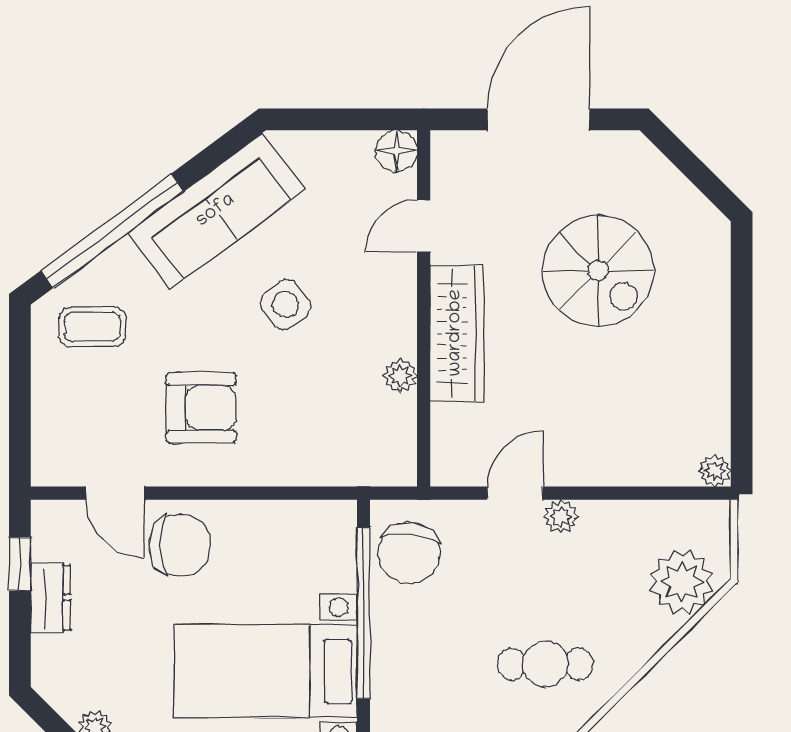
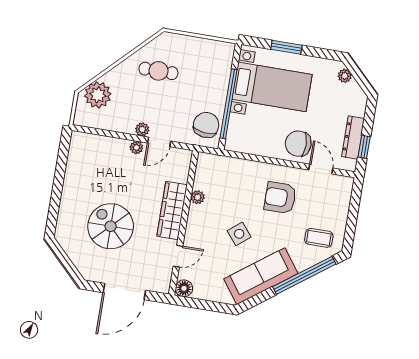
plant: (715, 471) -> (136, 148), moved
dresser: (50, 598) -> (353, 137), width x1.44

